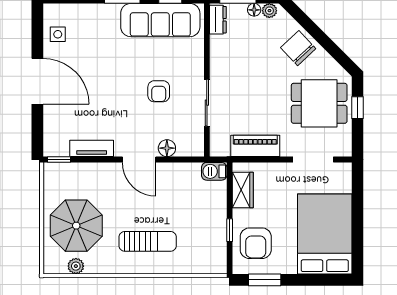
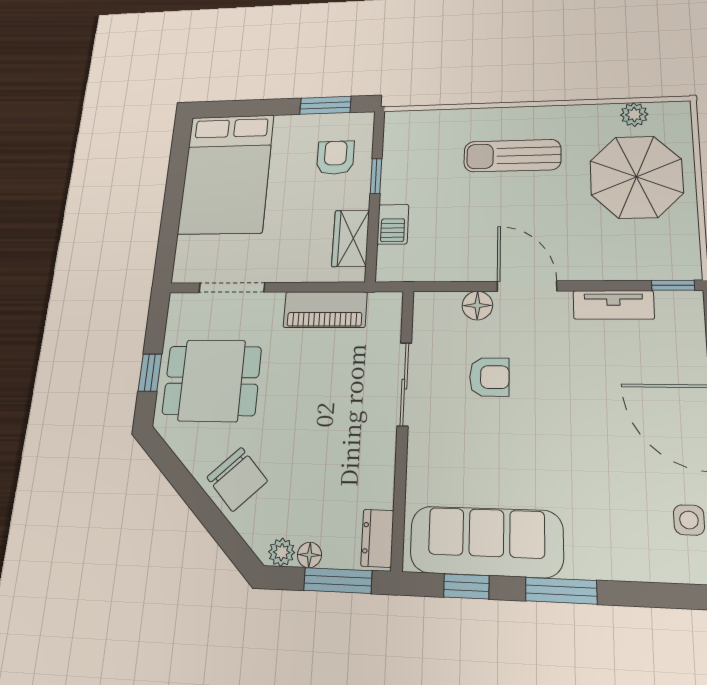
armchair: (159, 91) -> (489, 377), moved, turned 90
barbecue: (214, 171) -> (393, 224), moved, turned 90
armchair: (256, 243) -> (335, 158), width x0.72, depth x0.72

